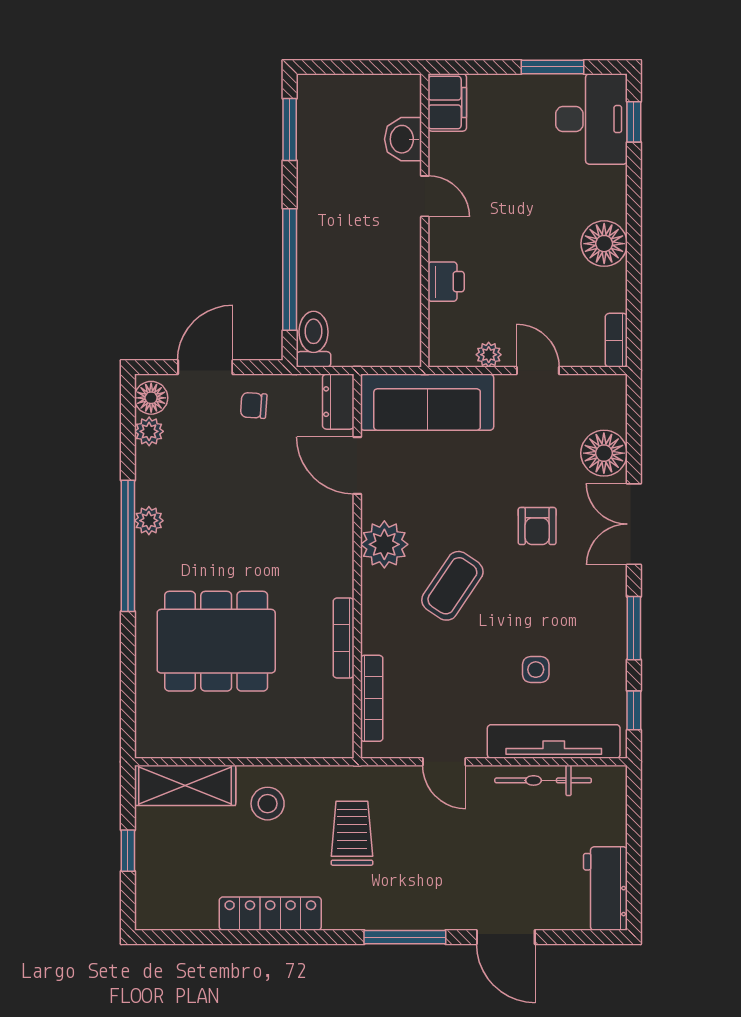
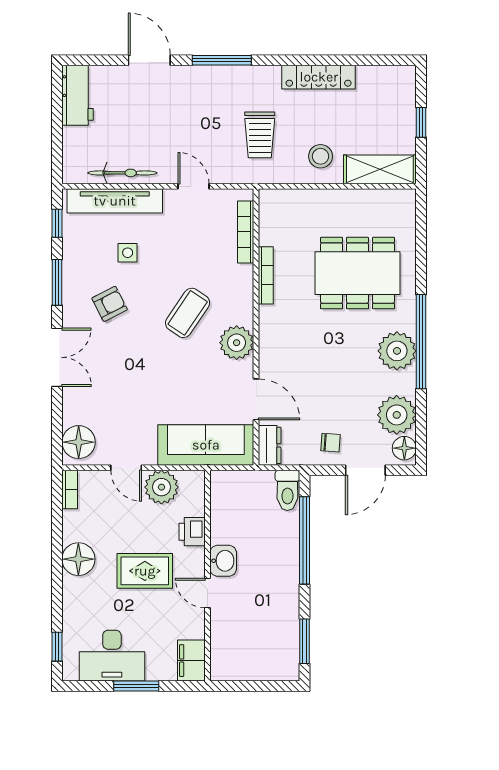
window: (552, 67) -> (136, 686), moved
desk: (591, 119) -> (112, 656), moved, turned -90
washbasin: (403, 139) -> (223, 561), moved
rug: (512, 227) -> (145, 571), added
plant: (489, 355) -> (161, 487), width x1.87, depth x1.87
plant: (149, 431) -> (397, 415), width x1.88, depth x1.88
floor lamp: (604, 453) -> (79, 442), moved
plant: (149, 521) -> (397, 351), width x1.88, depth x1.88
armchair: (537, 526) -> (110, 304), moved, turned 63

